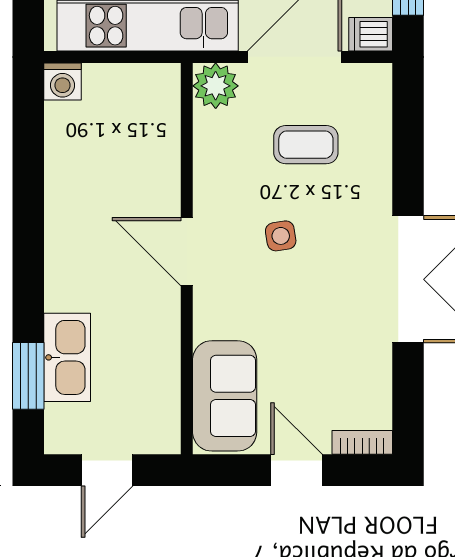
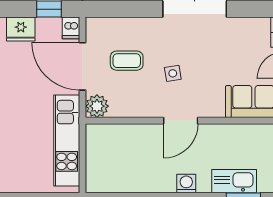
washing machine: (63, 82) -> (186, 183), moved, turned -90
coffee table: (306, 145) -> (127, 61), turned 90

